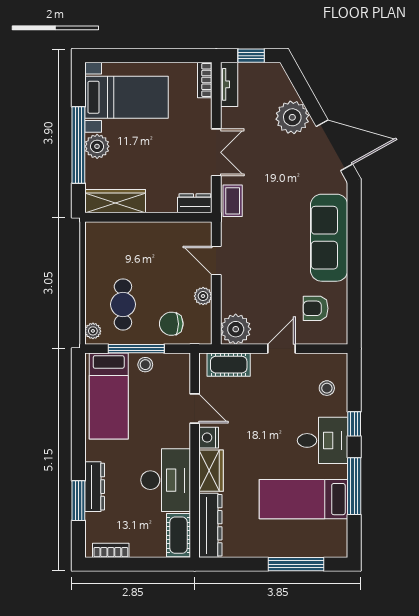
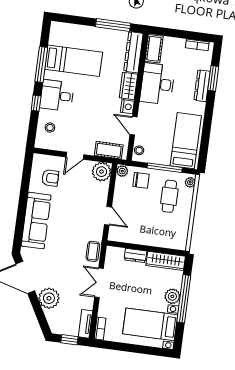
dresser: (195, 203) -> (135, 256), moved
plant: (203, 296) -> (122, 171), moved
stool: (145, 365) -> (139, 150), moved
window: (296, 564) -> (113, 25), moved

